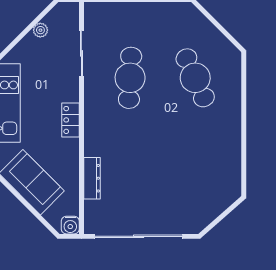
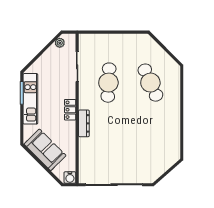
plant: (40, 30) -> (60, 43), moved
dresser: (92, 178) -> (84, 123), moved

